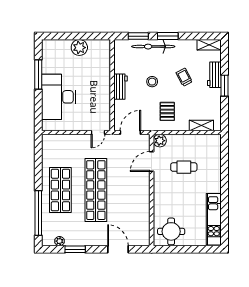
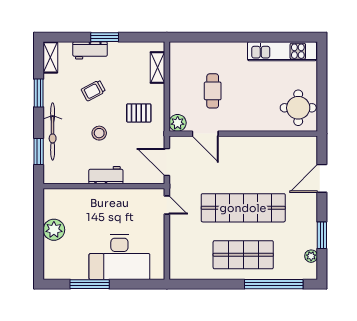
window: (168, 36) -> (39, 93), moved

